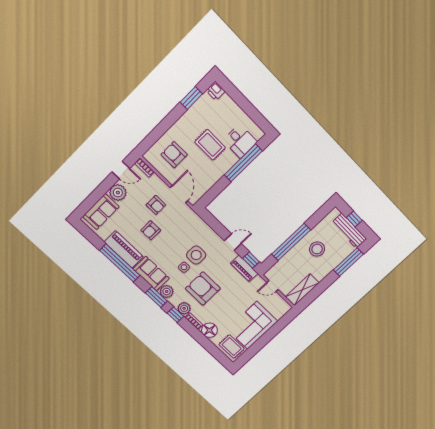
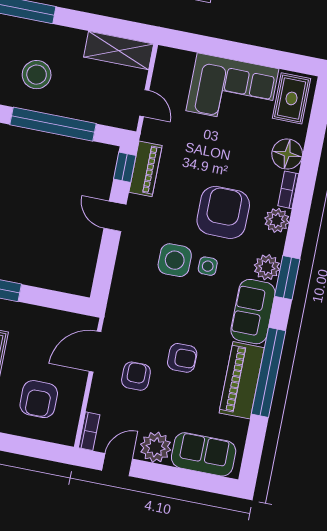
door: (121, 170) -> (117, 465), hinge flipped
armchair: (203, 289) -> (223, 212), turned 180
window: (175, 315) -> (297, 227), removed

